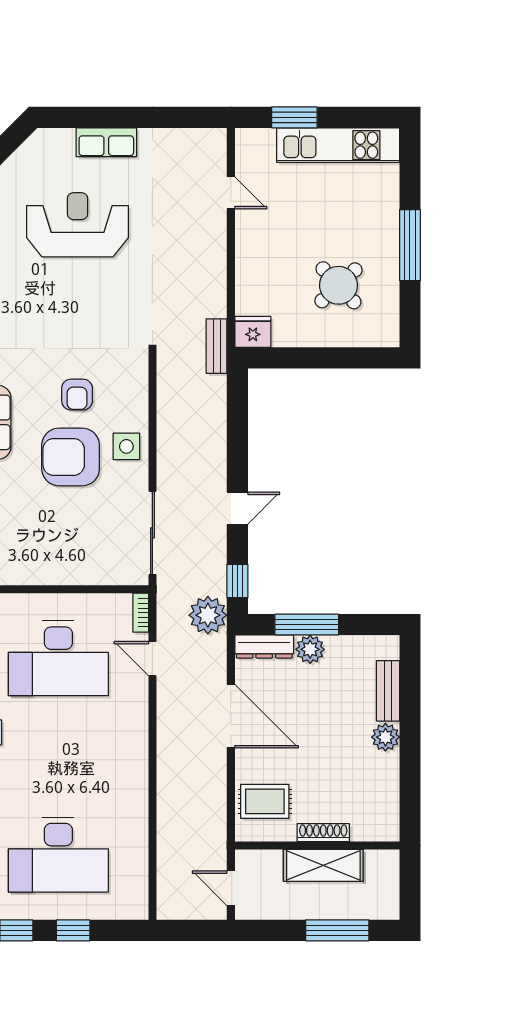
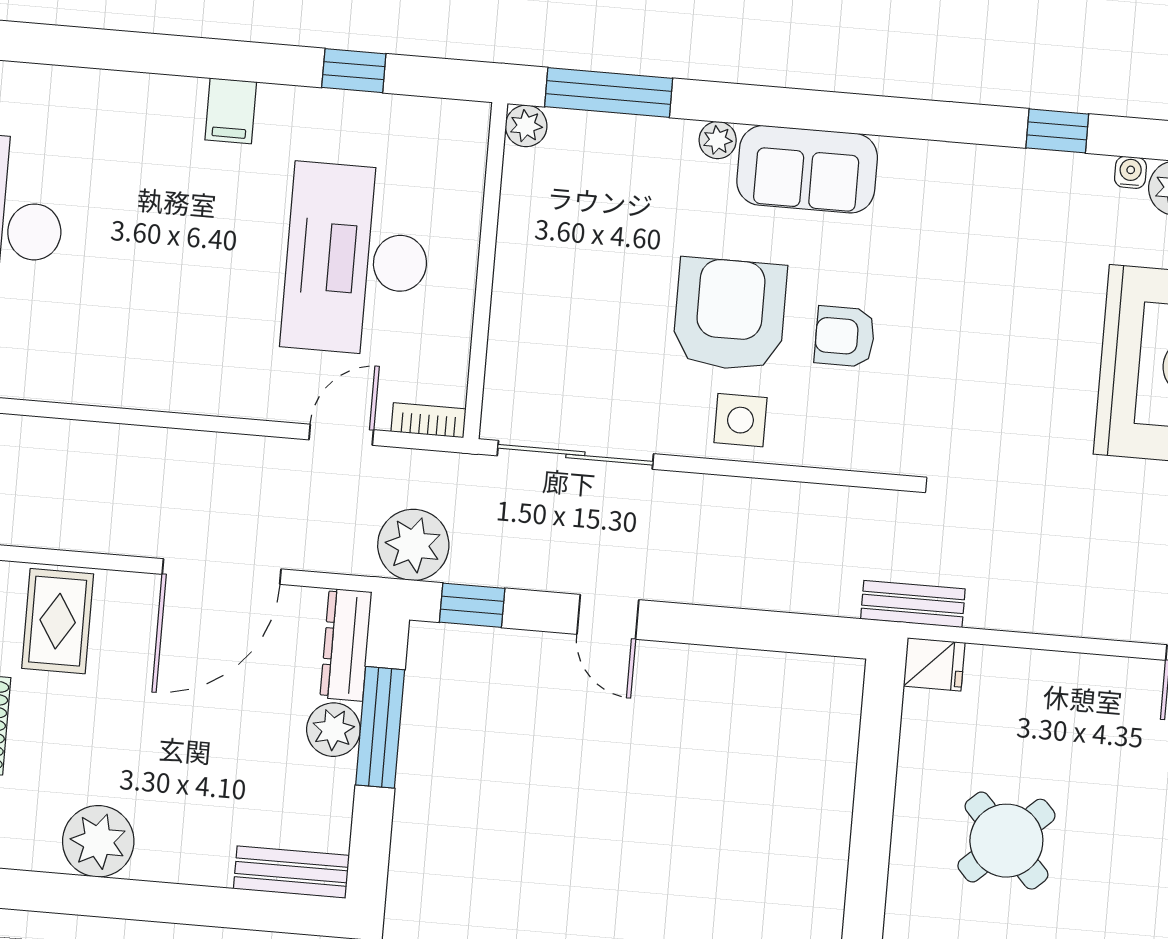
fridge: (253, 332) -> (934, 664), width x0.72
bench: (388, 691) -> (291, 872), moved
plant: (385, 737) -> (98, 841), moved, width x1.36, depth x1.36

